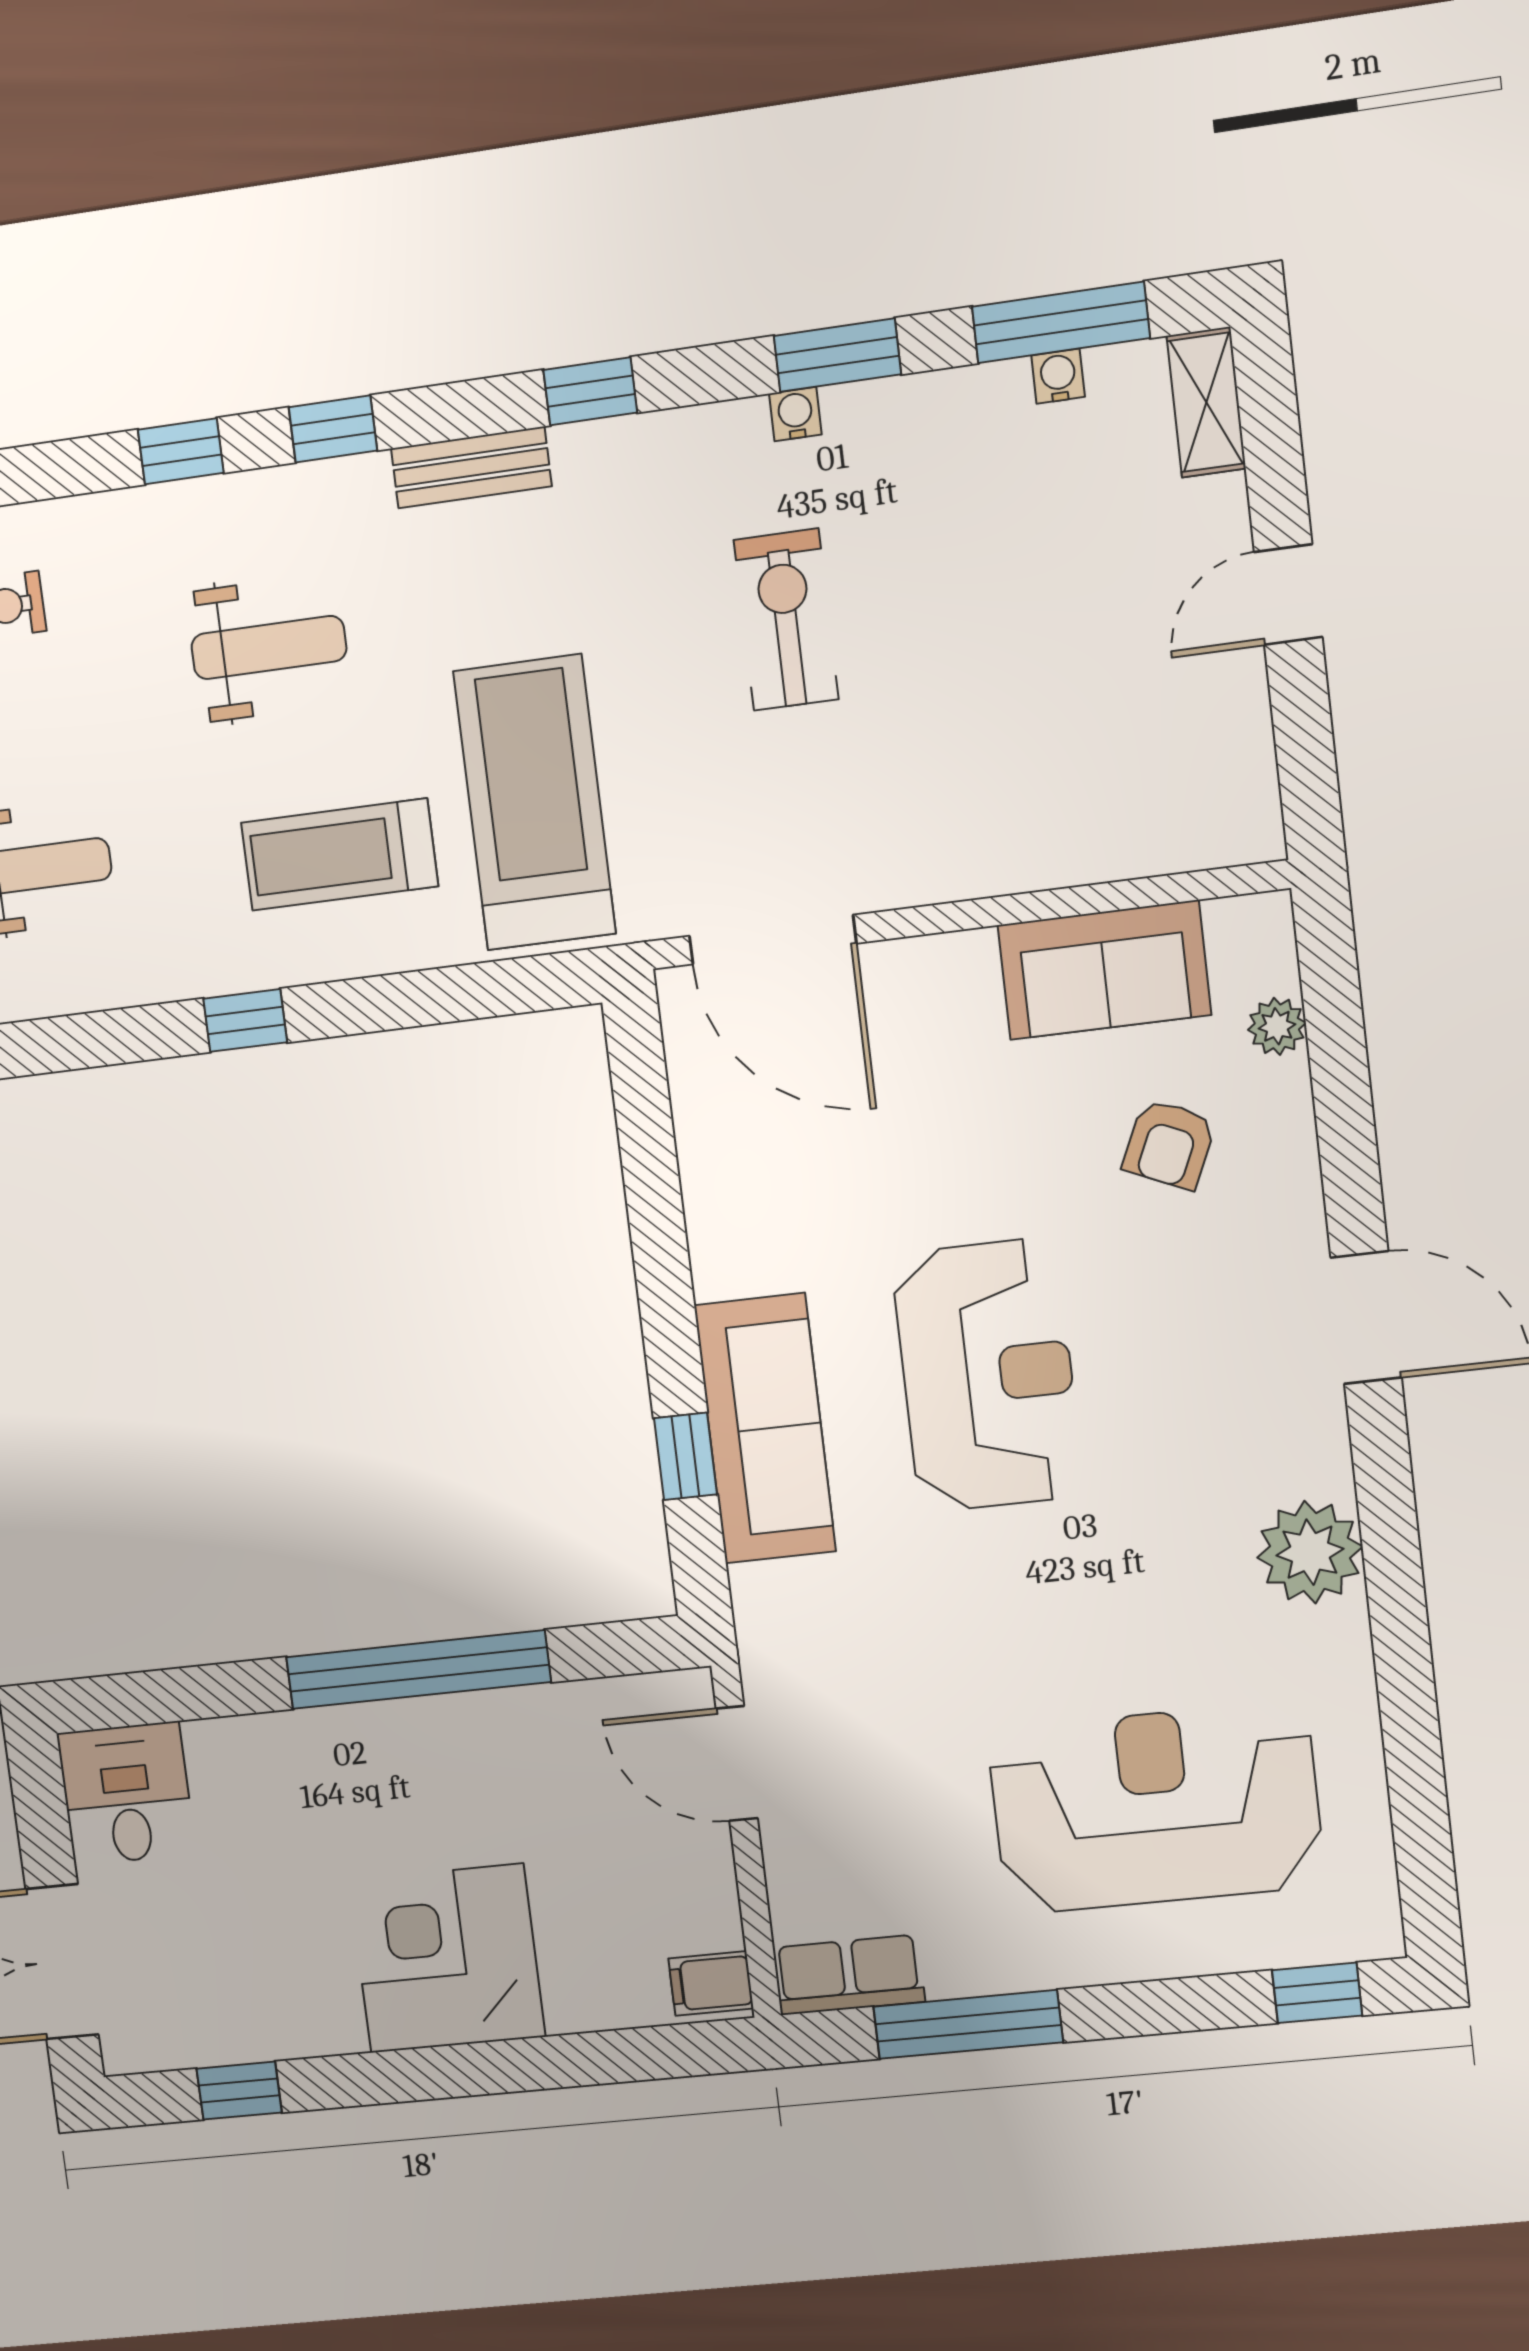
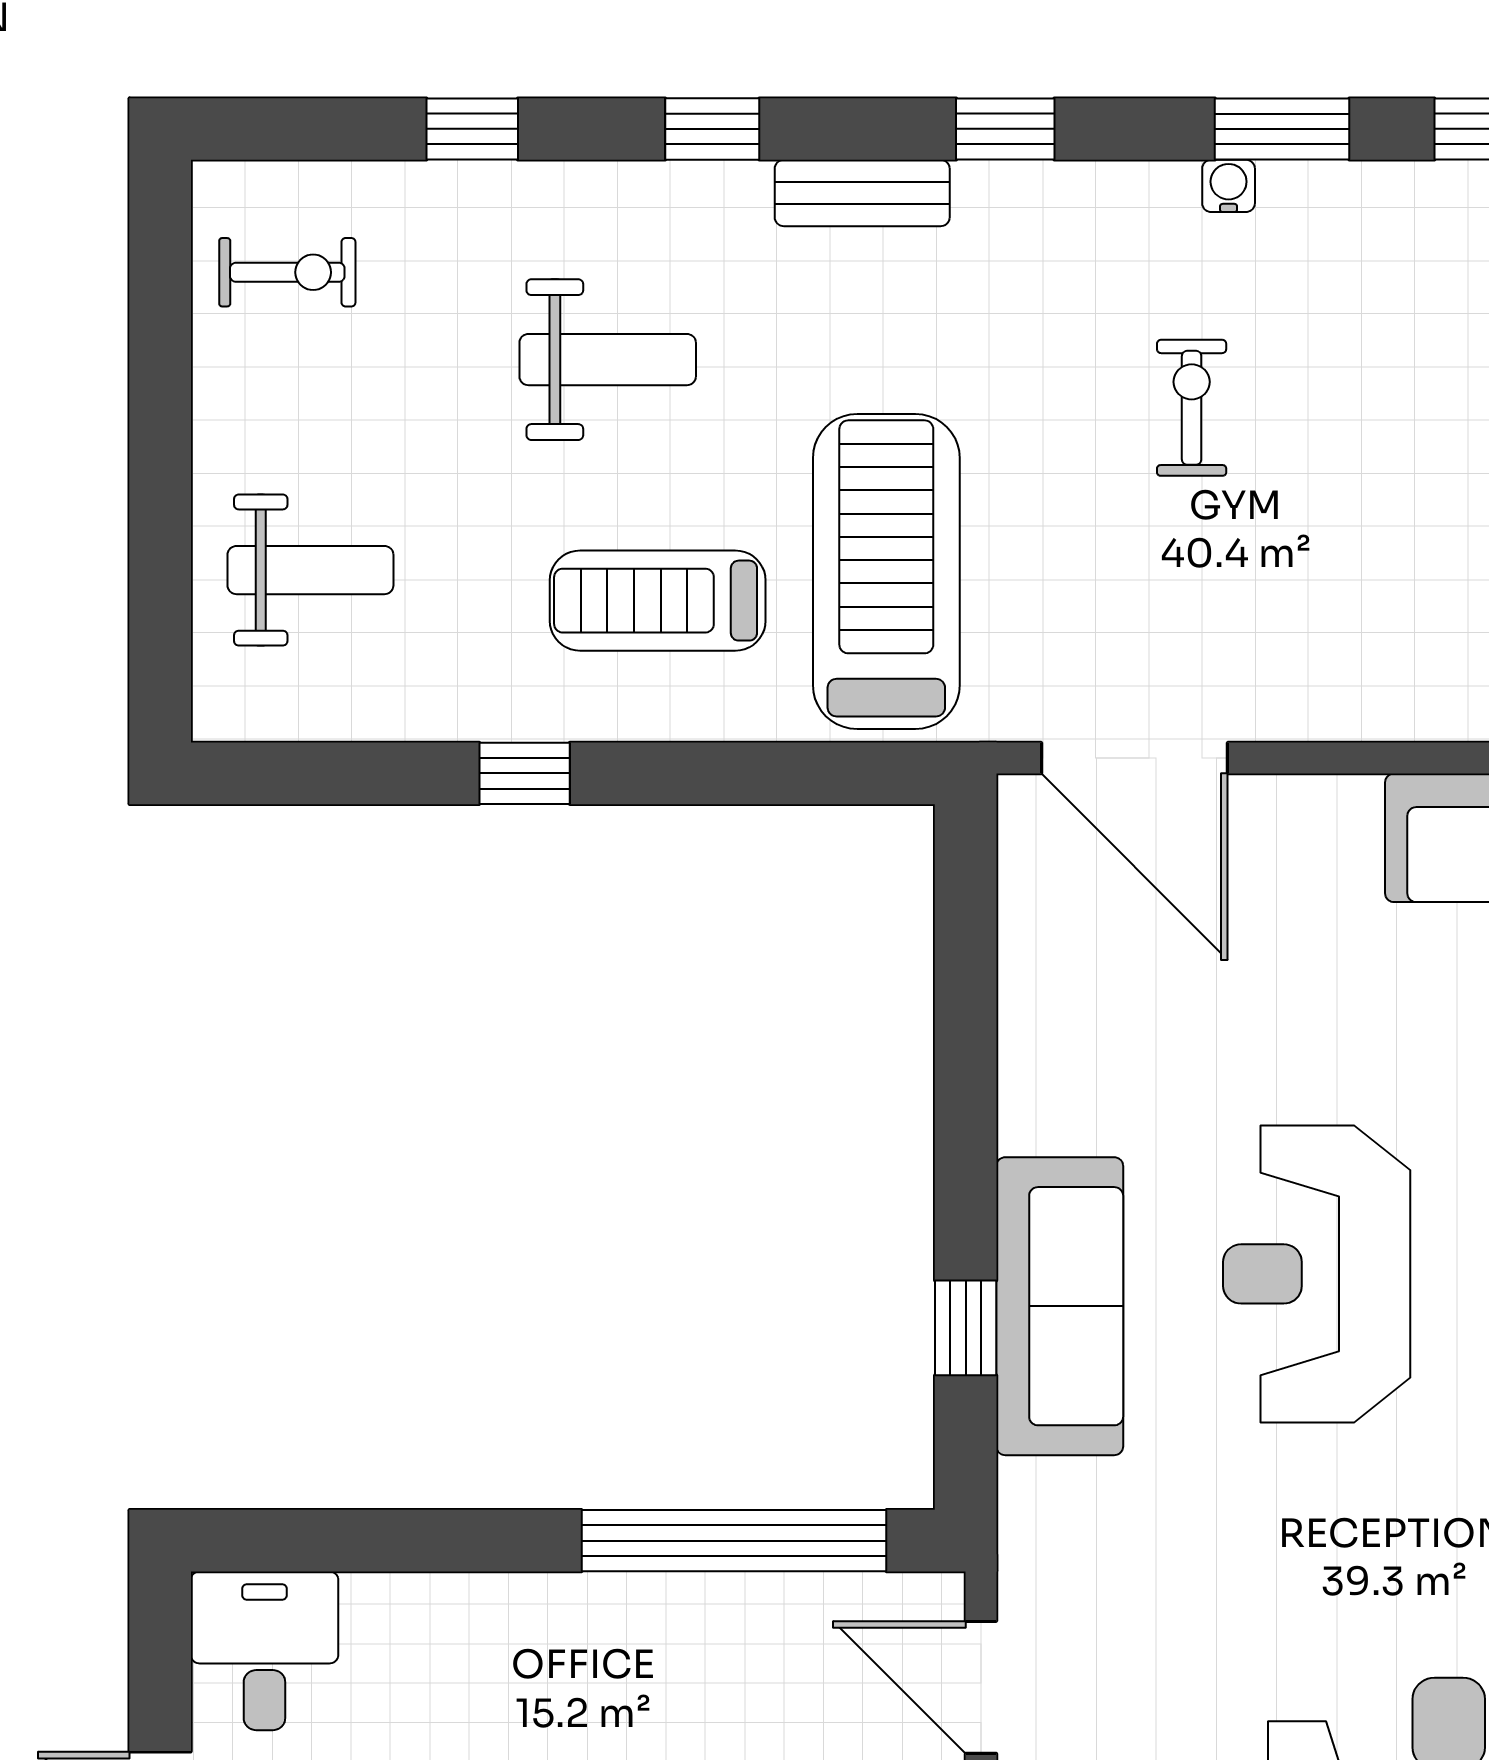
window: (181, 451) -> (472, 129), moved
exercise bike: (786, 620) -> (1192, 408), width x0.73, depth x0.72
reception desk: (988, 1375) -> (1317, 1274), turned 180
window: (418, 1670) -> (734, 1541), moved

